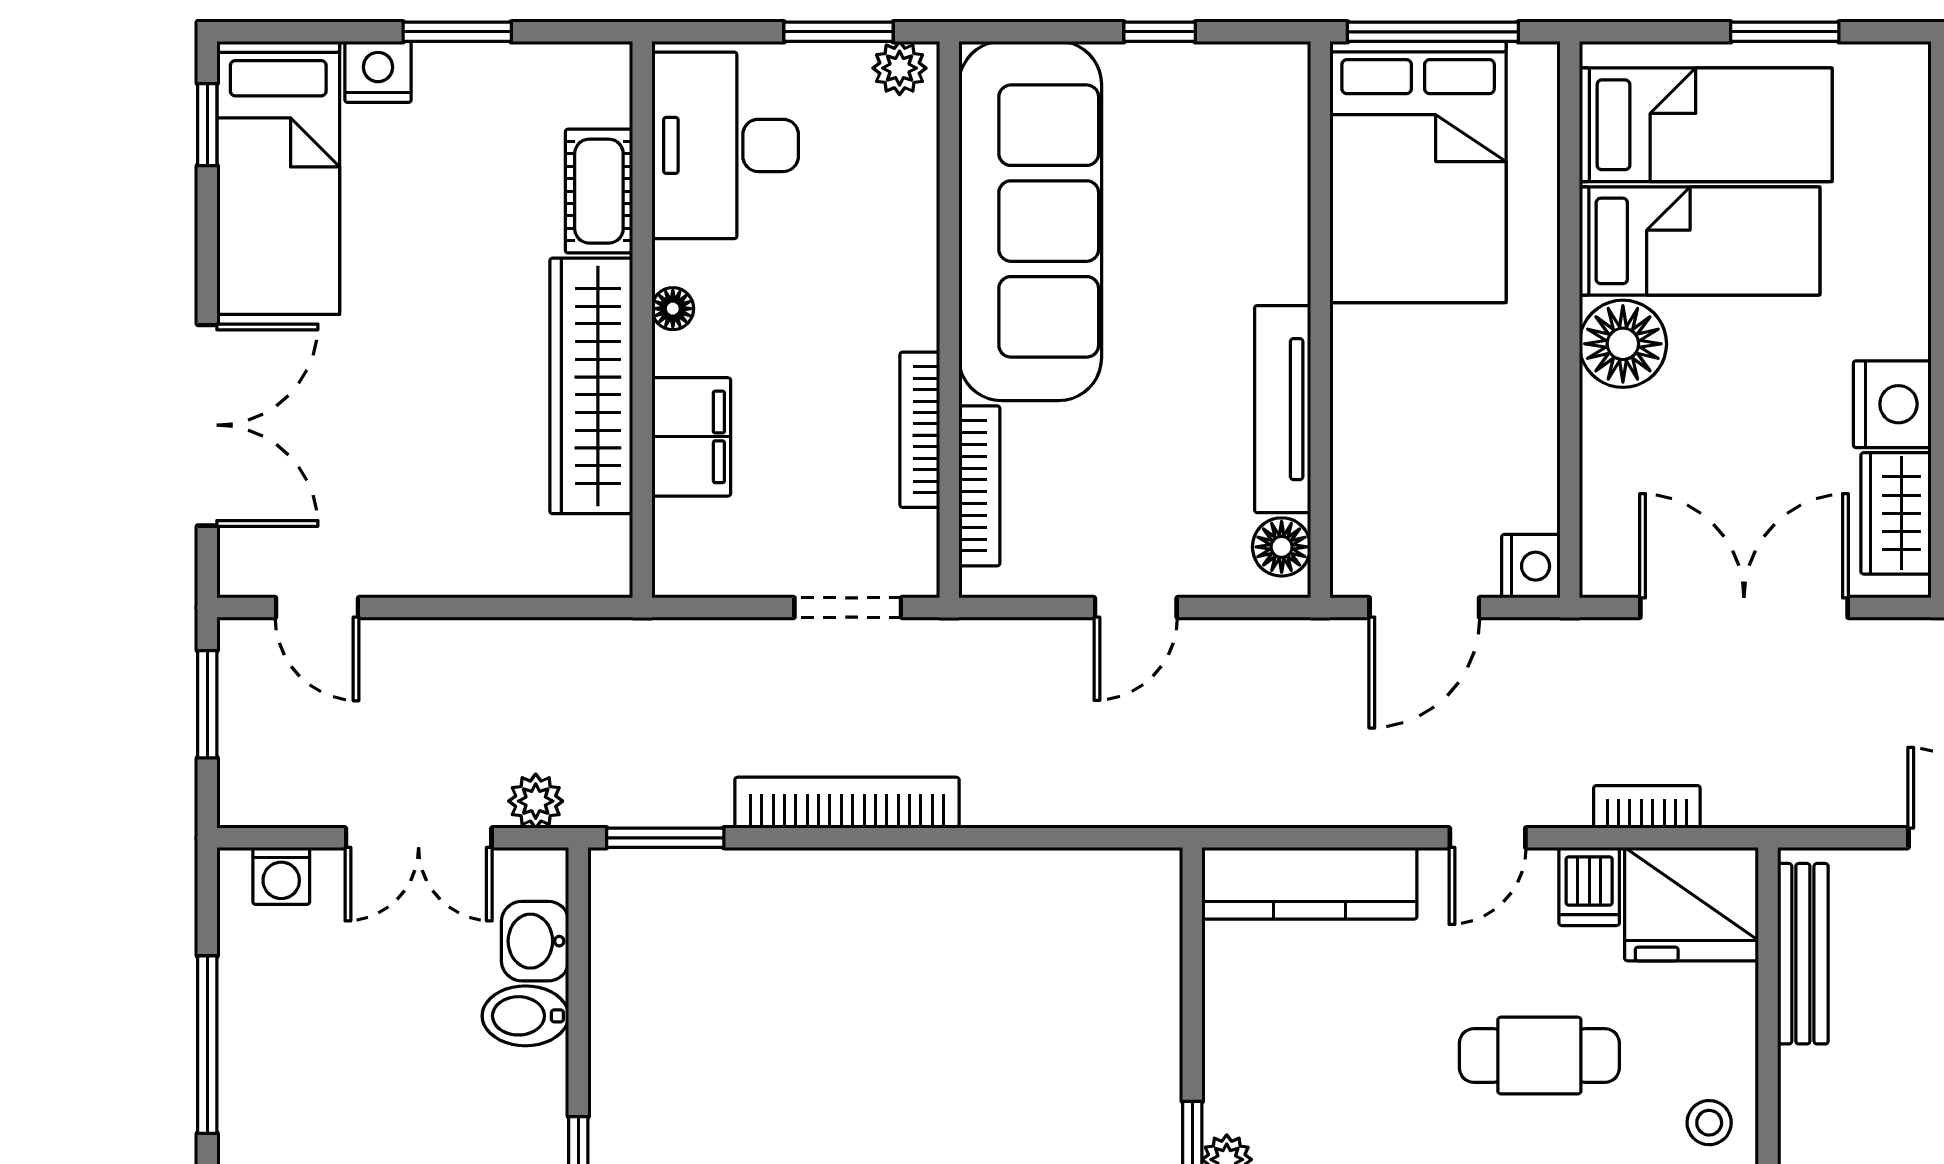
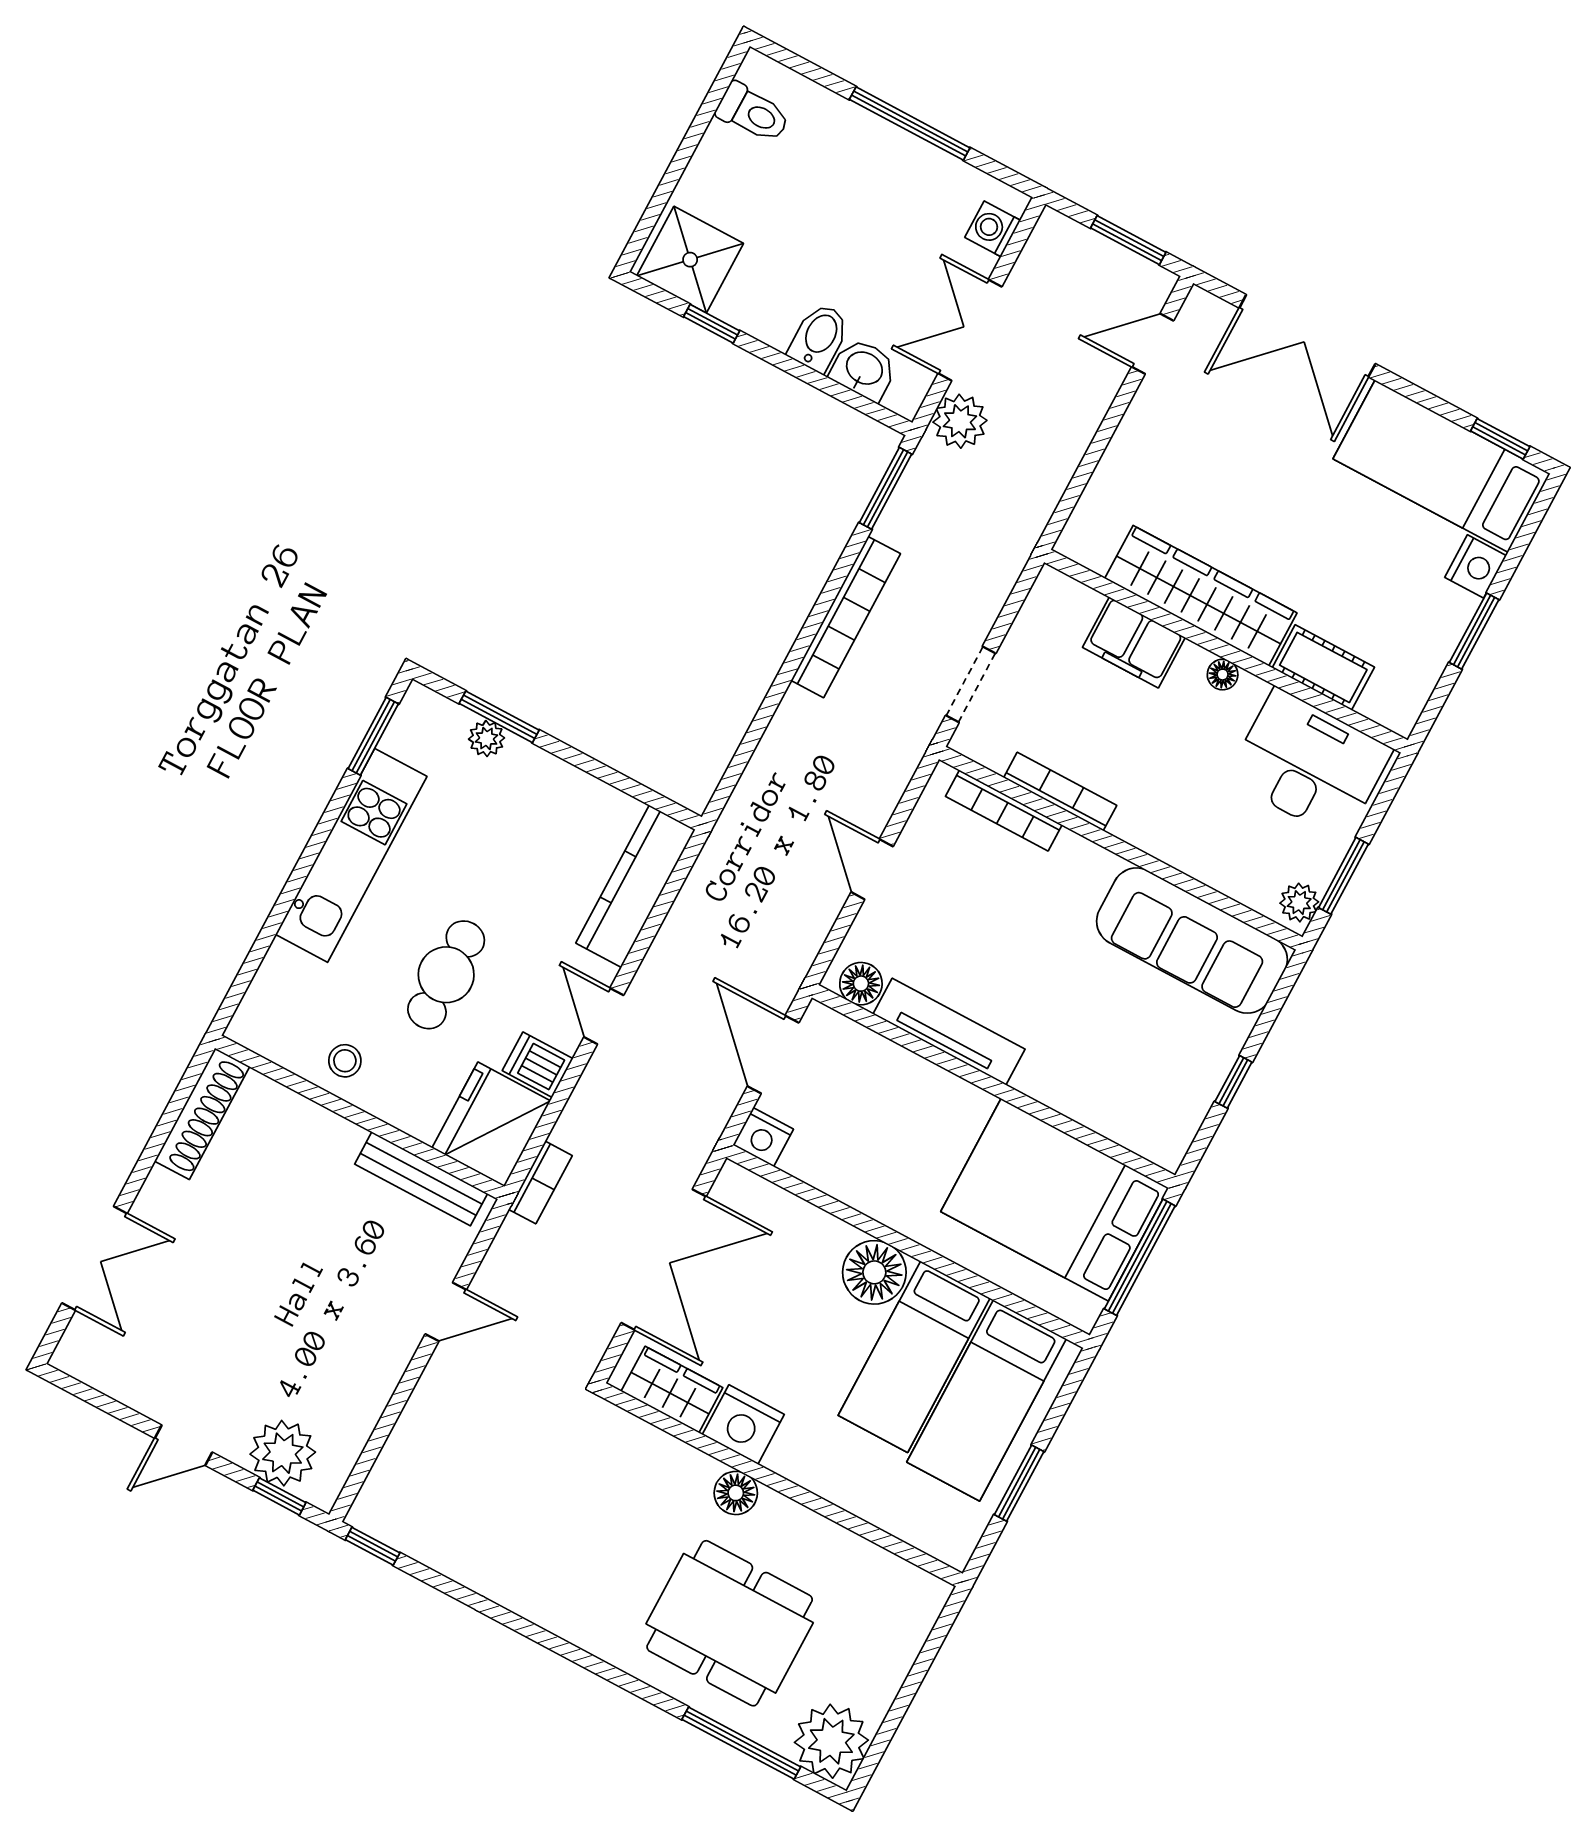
sofa: (1030, 221) -> (1192, 941), width x0.74, depth x0.79
plant: (536, 801) -> (960, 421), width x1.38, depth x1.38
bookcase: (1647, 807) -> (540, 1182), moved

